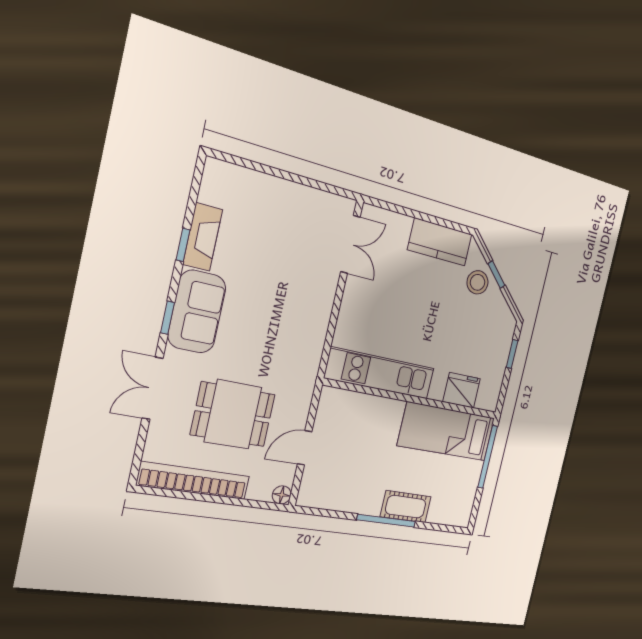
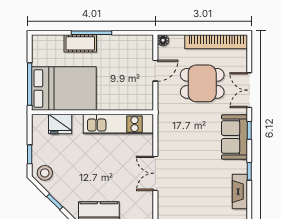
fireplace: (203, 237) -> (240, 192), moved
double door: (350, 244) -> (155, 173), moved
stool: (478, 282) -> (45, 173), moved
double door: (152, 388) -> (249, 90), swing flipped
bed: (447, 432) -> (64, 89), width x1.50

